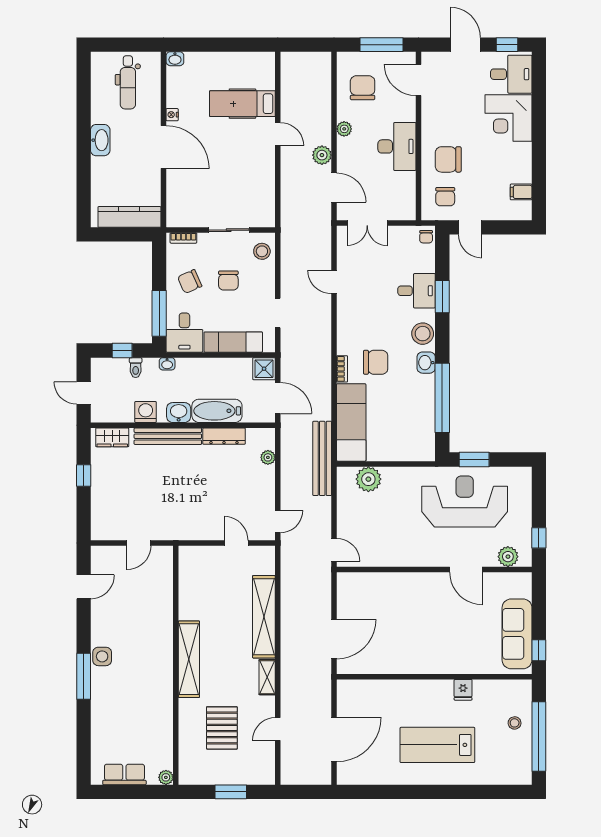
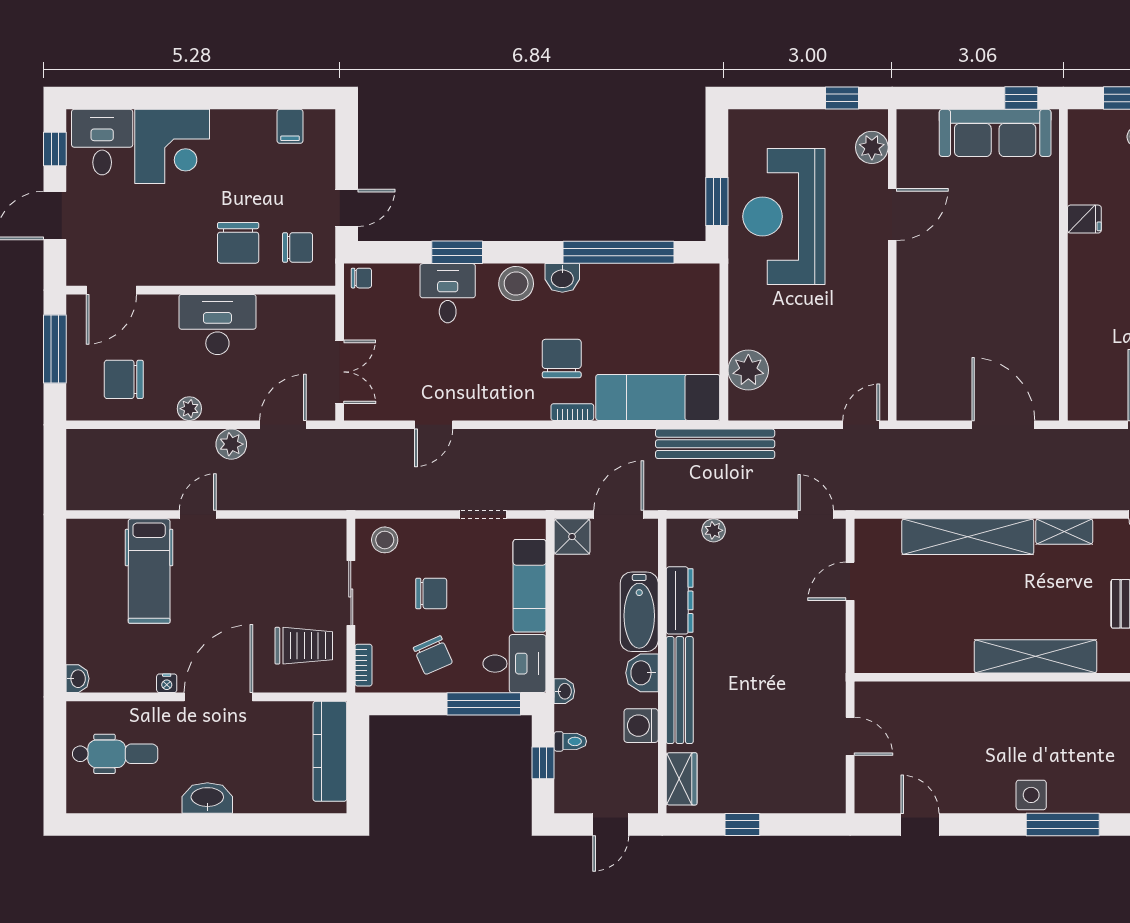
trolley: (196, 200) -> (304, 646), added

